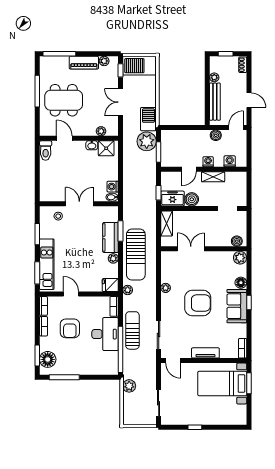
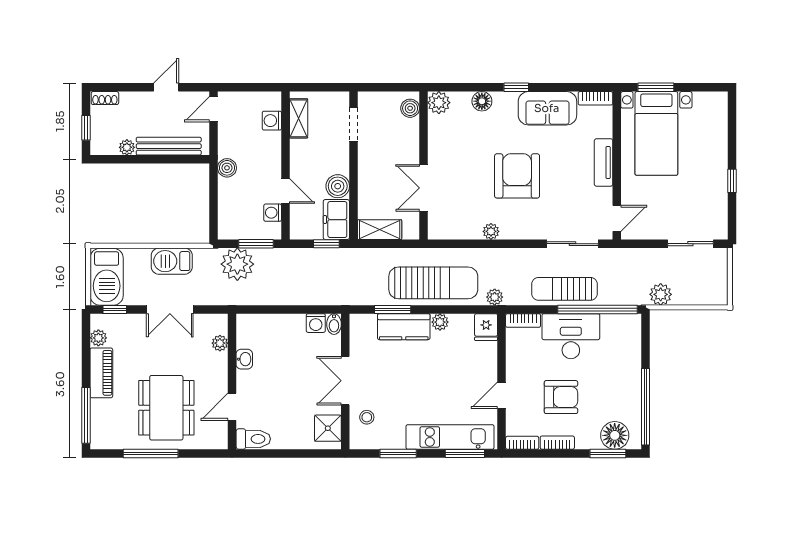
barbecue: (148, 119) -> (172, 261), moved
door: (236, 128) -> (214, 109), hinge flipped
boiler: (216, 135) -> (227, 168), moved
shower: (106, 148) -> (328, 428), moved
washing machine: (208, 162) -> (273, 213), moved
shelving: (213, 177) -> (299, 118), moved
sofa: (237, 306) -> (547, 108), moved
window: (64, 377) -> (646, 407), width x1.46

